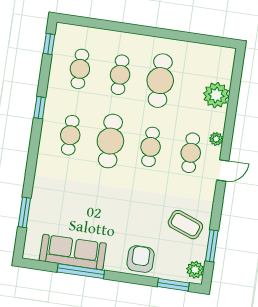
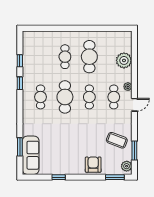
window: (49, 44) -> (20, 61), moved
cafe table: (80, 69) -> (41, 57), removed
sofa: (73, 252) -> (31, 155), moved, turned 90
window: (81, 271) -> (59, 177), width x0.46

